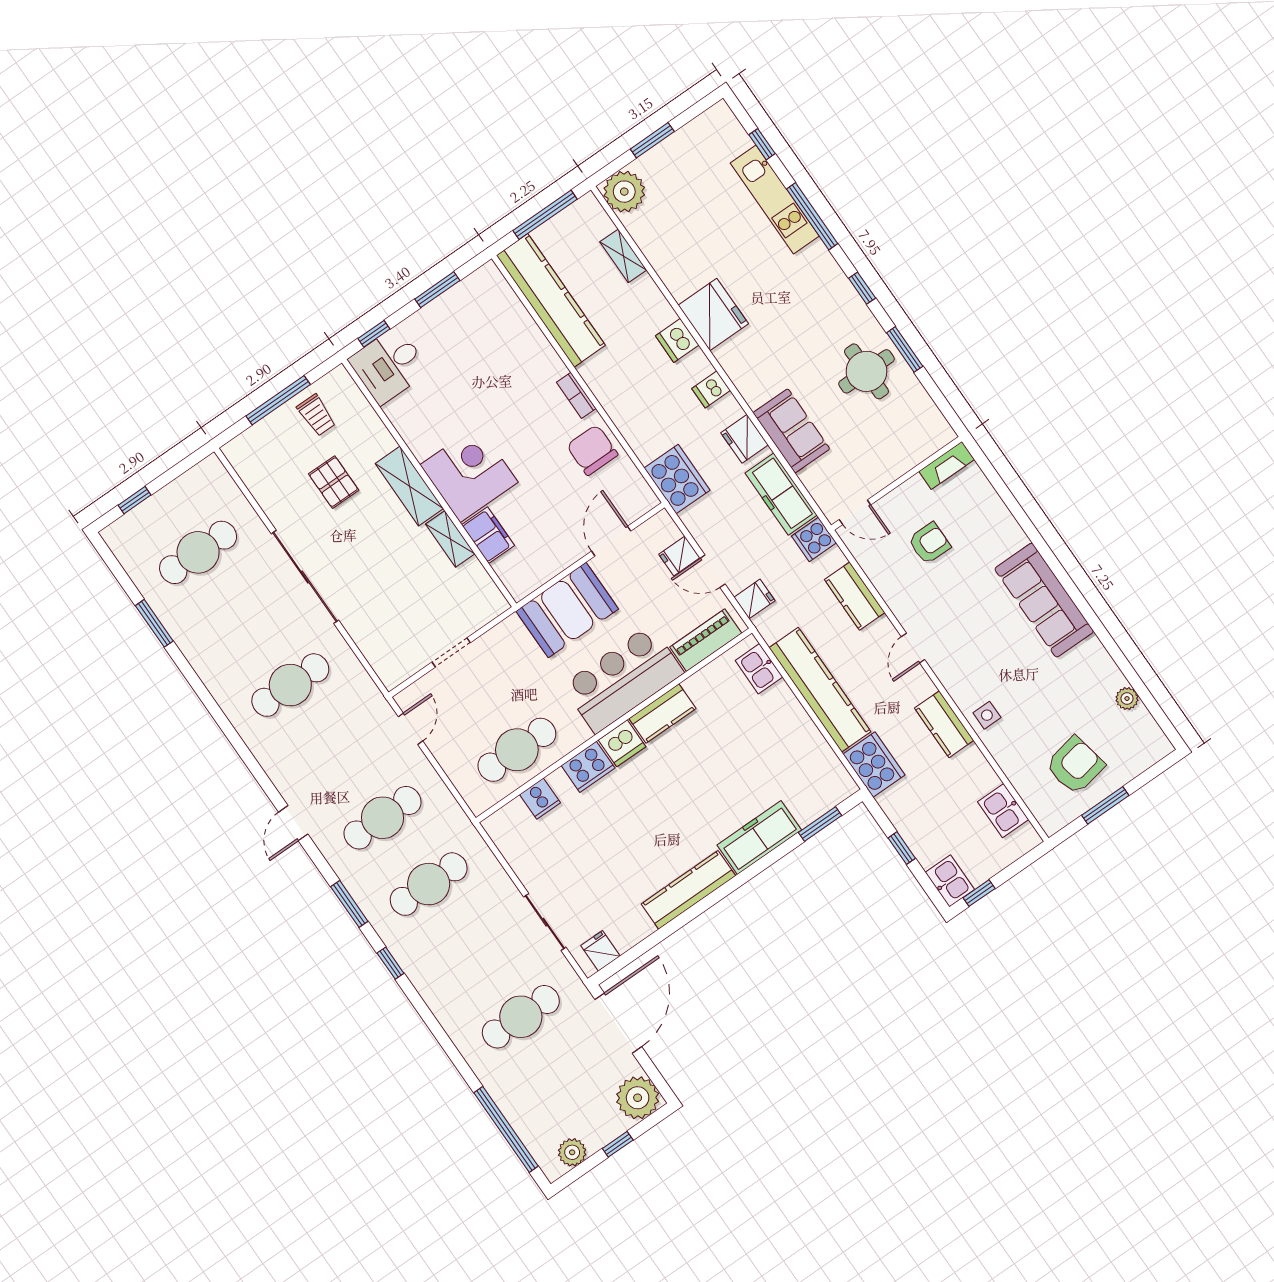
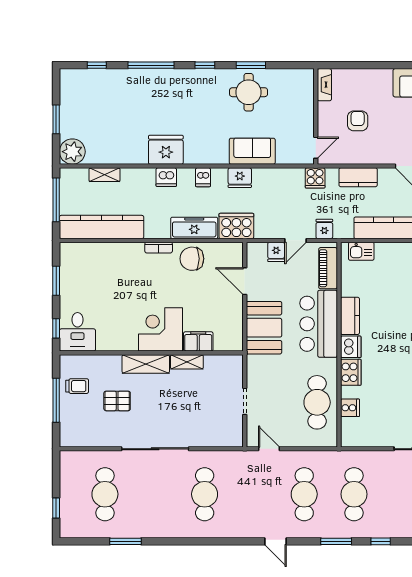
kitchen unit: (775, 199) -> (129, 78), removed
freezer: (781, 494) -> (194, 228), moved, turned 180

